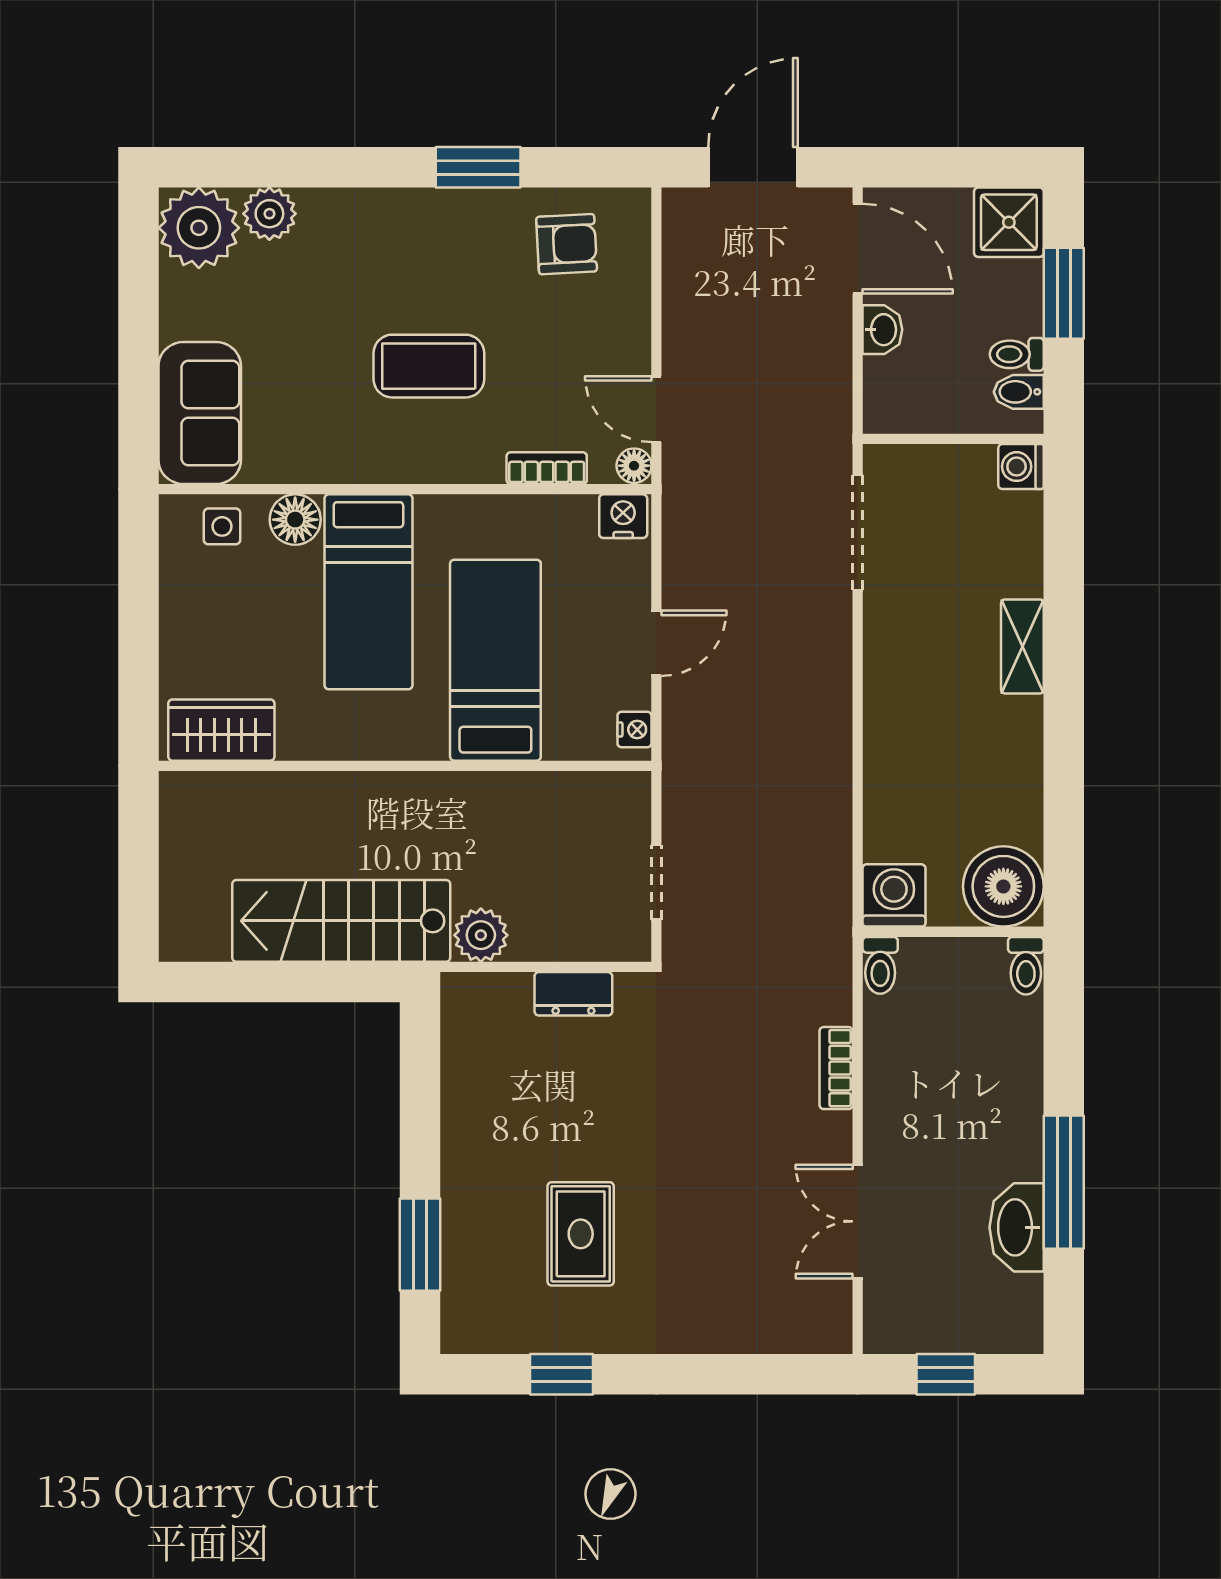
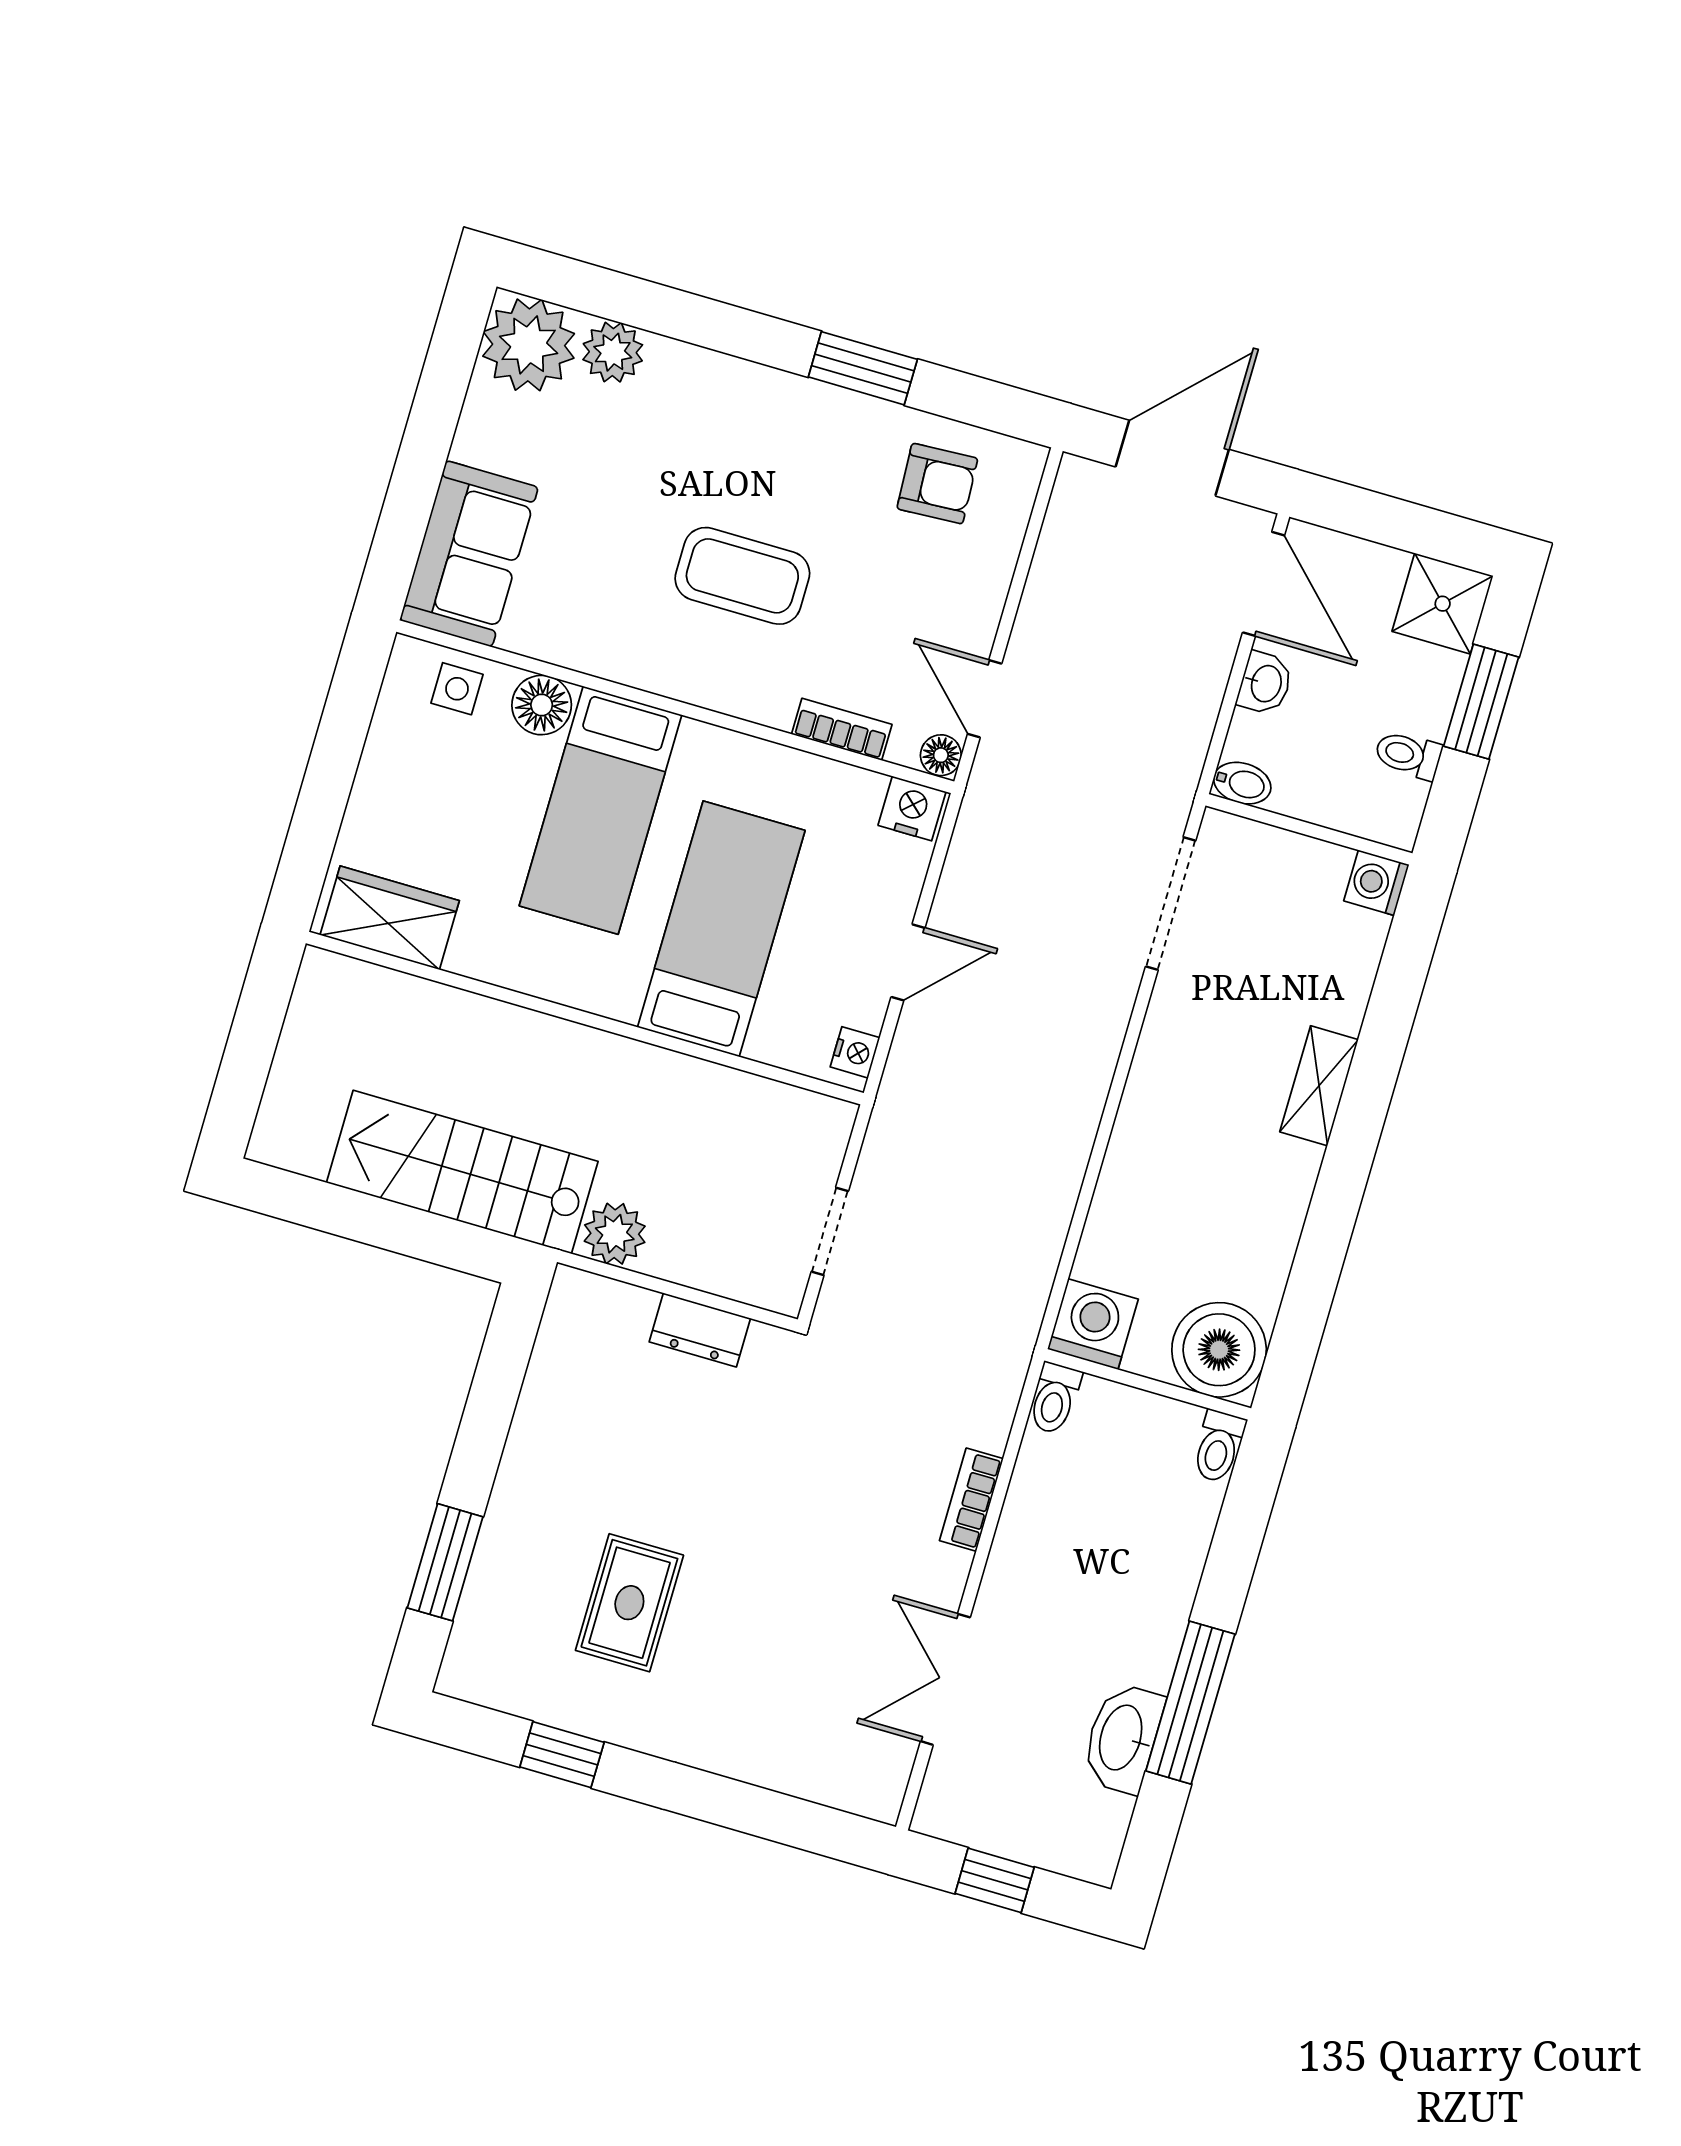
bidet: (1019, 392) -> (1242, 783), moved, turned 180

